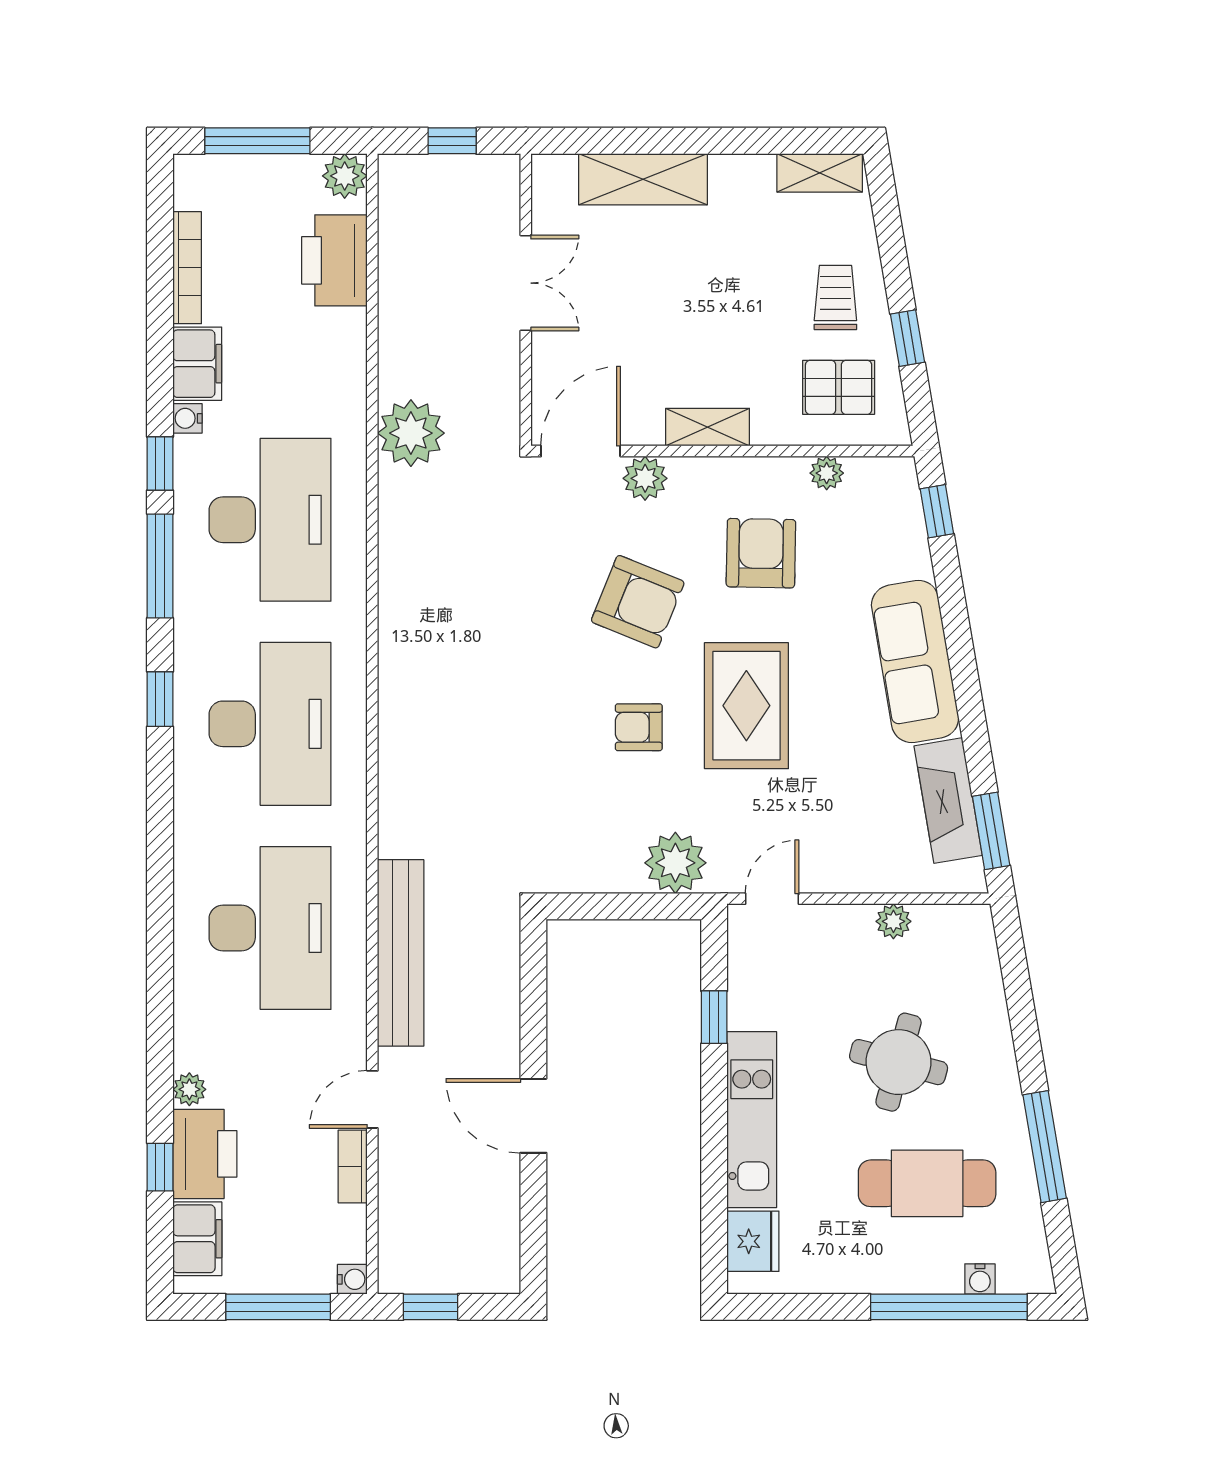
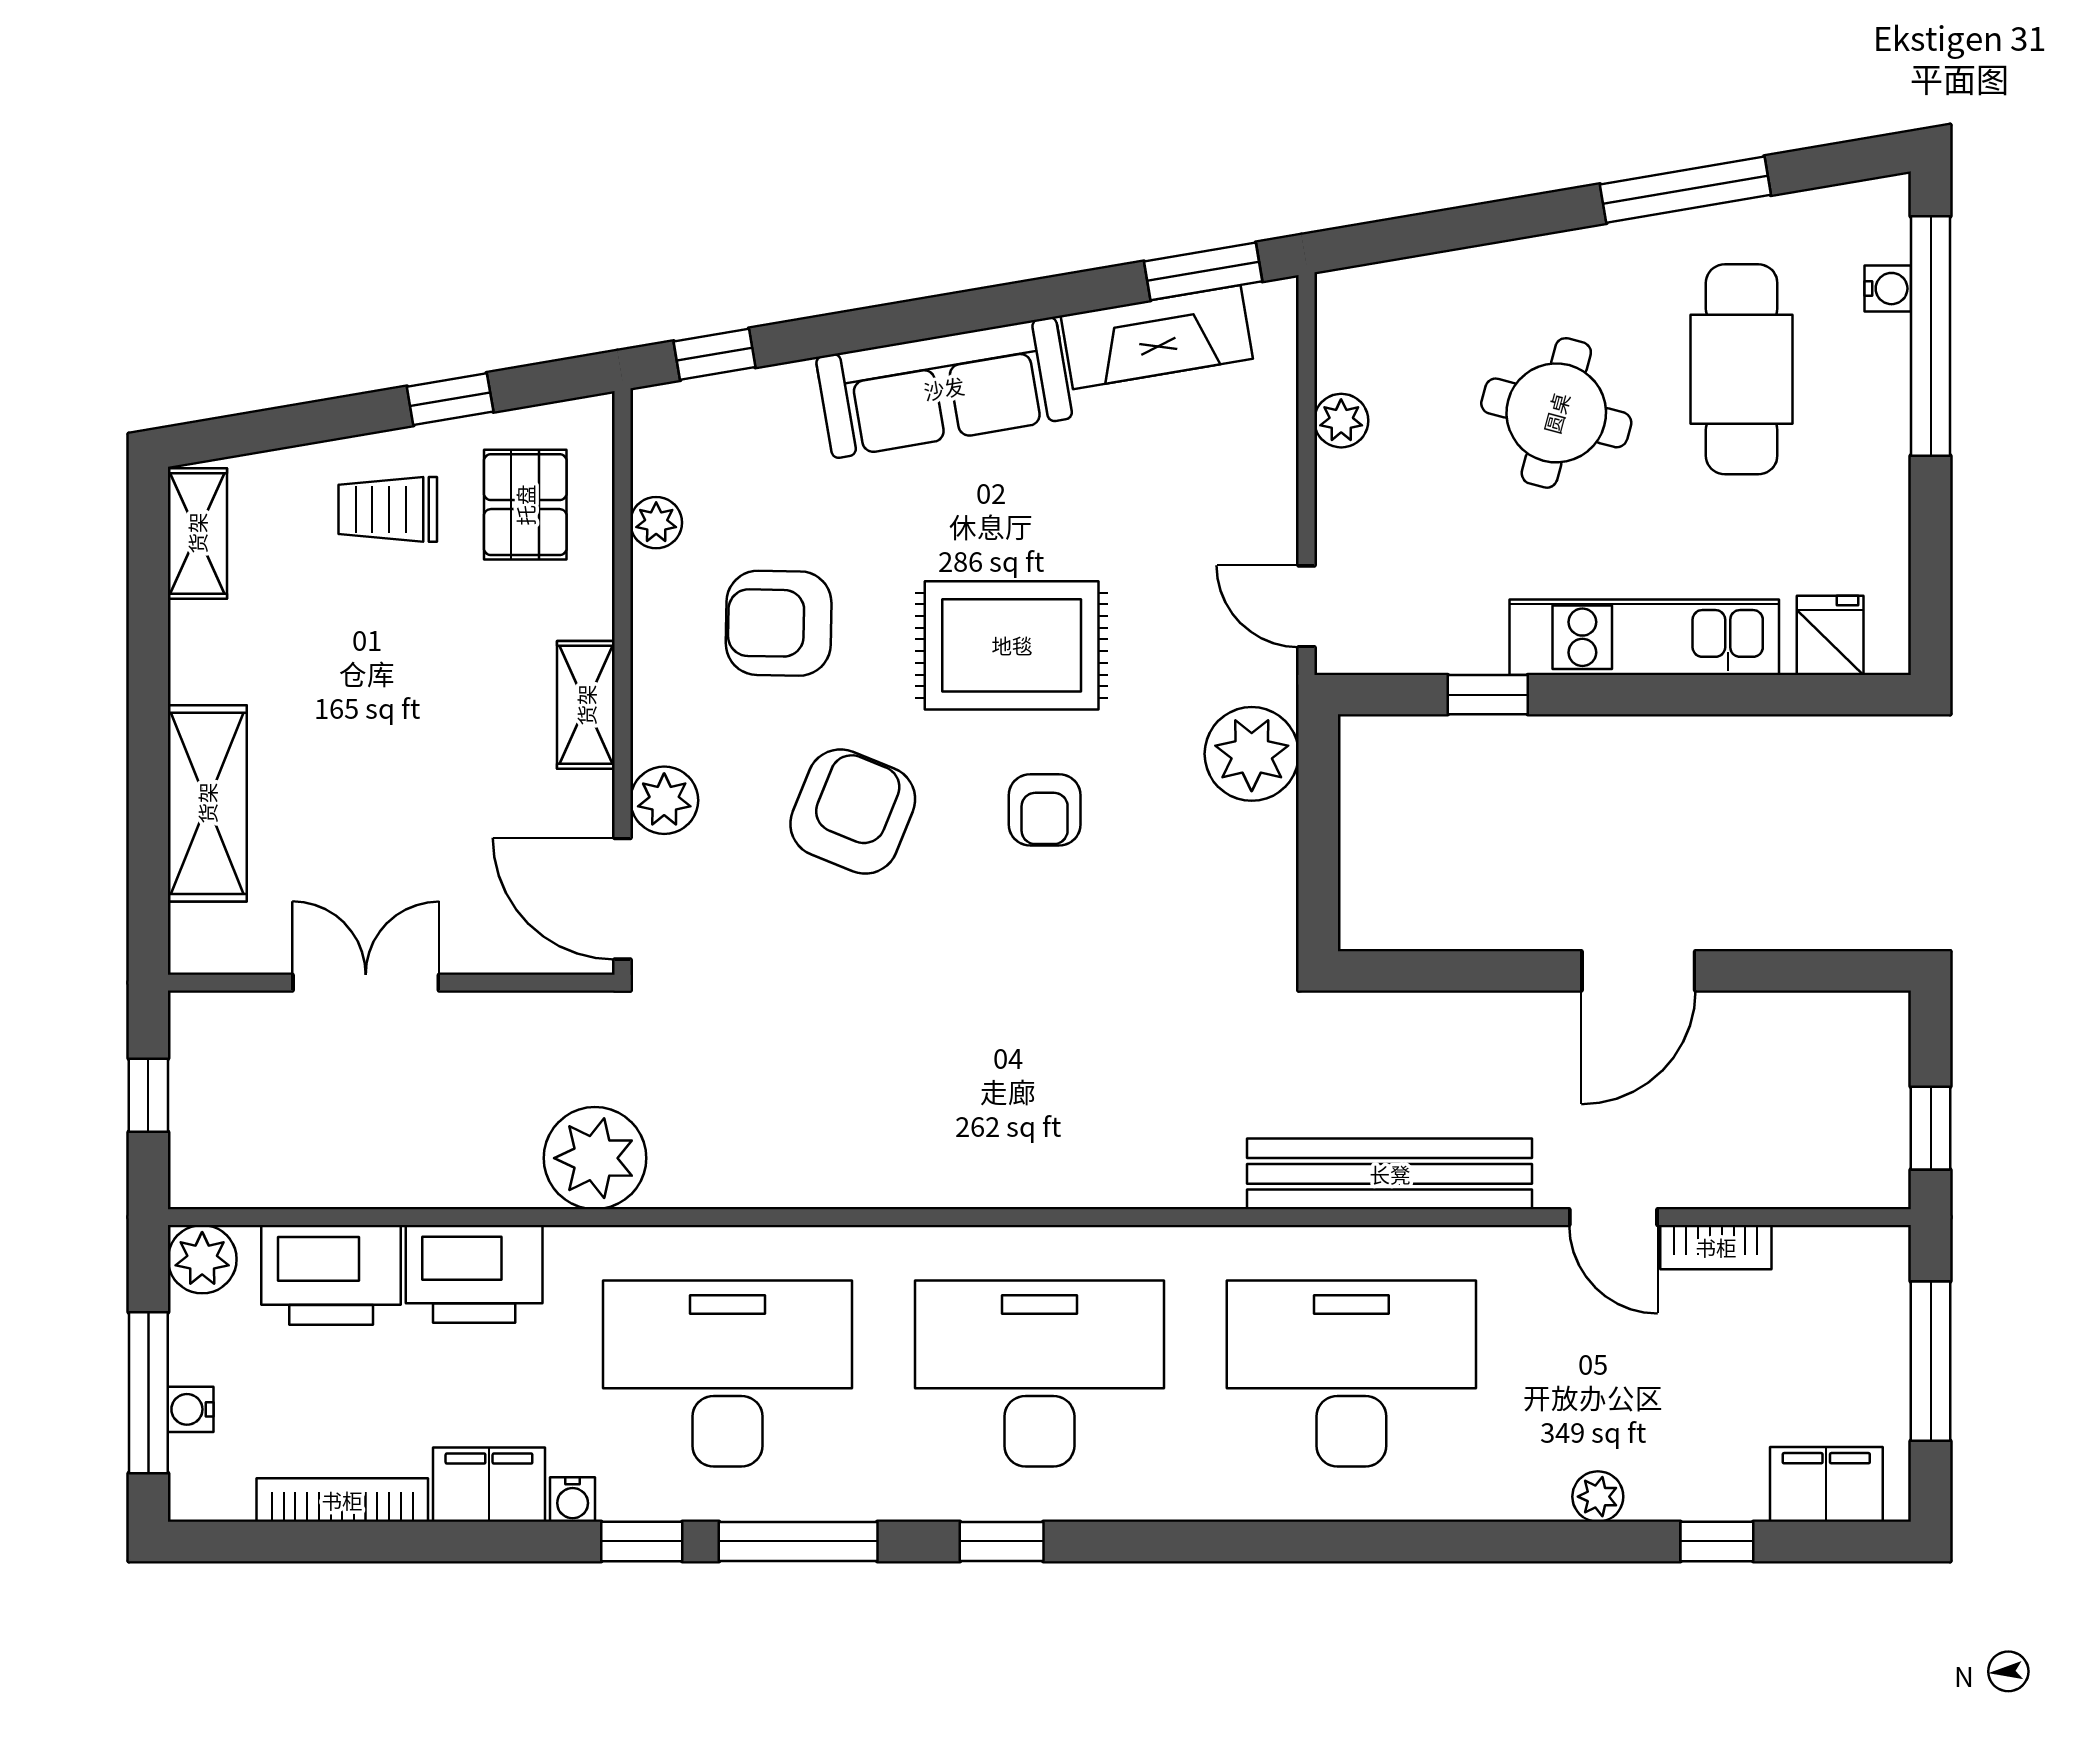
printer: (205, 1154) -> (474, 1274), moved, turned 180
fridge: (753, 1241) -> (1830, 635), width x0.72
water cooler: (352, 1279) -> (191, 1409), moved, turned -90

